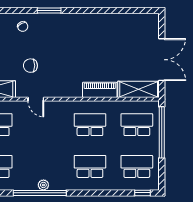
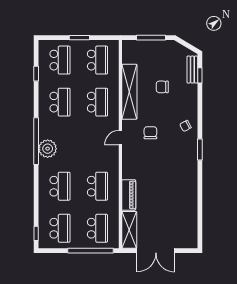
plant: (43, 185) -> (48, 149), width x1.87, depth x1.87

